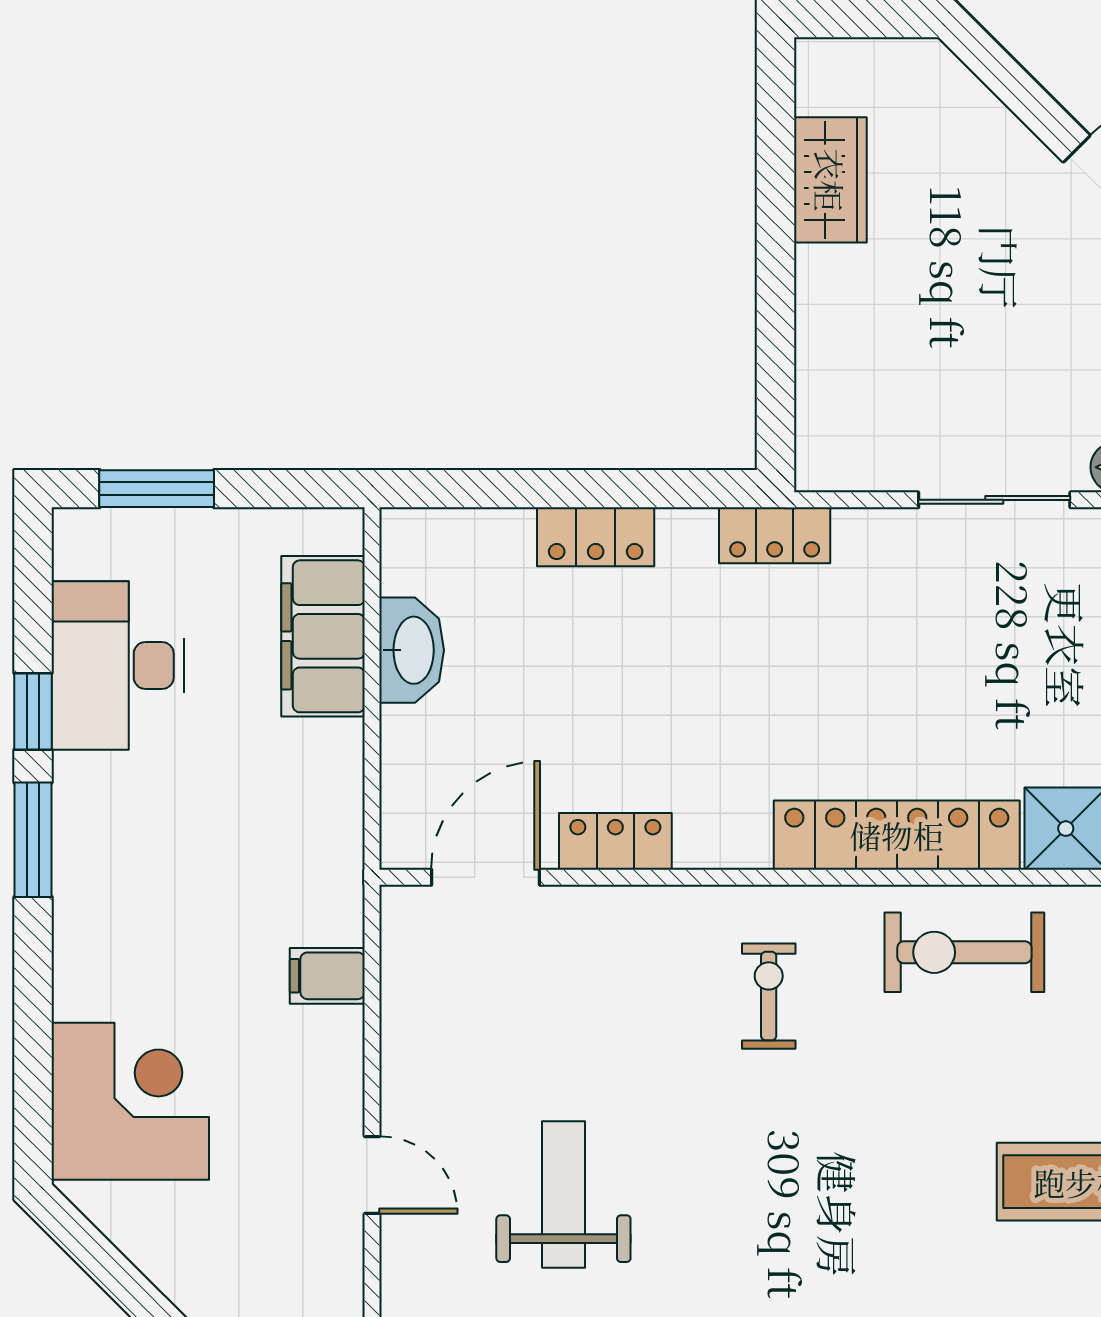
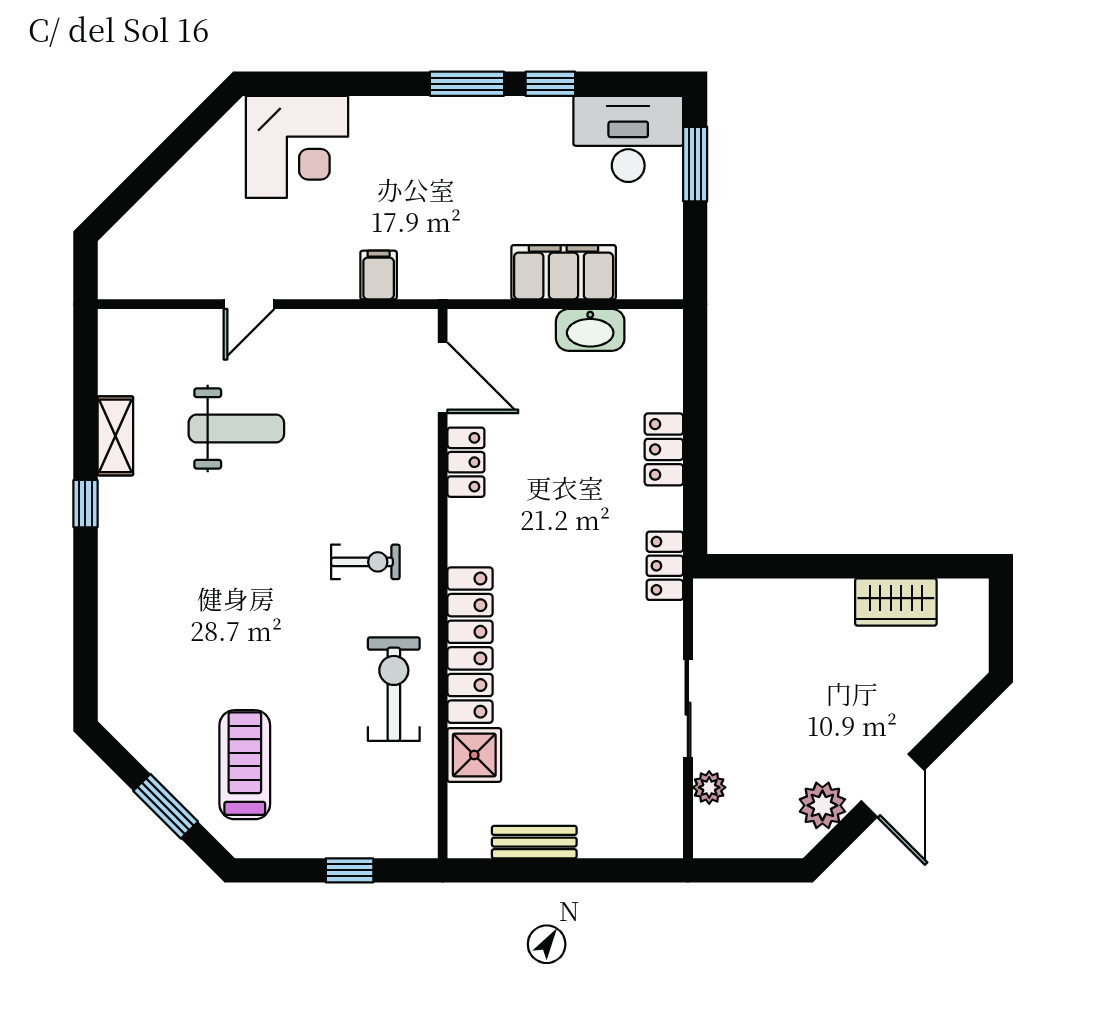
filing cabinet: (323, 636) -> (564, 272), moved
desk: (118, 665) -> (628, 139), moved

